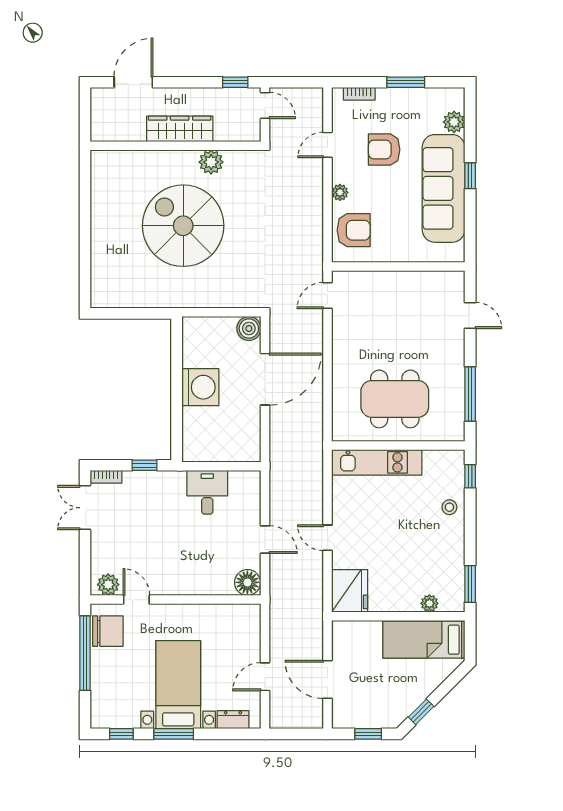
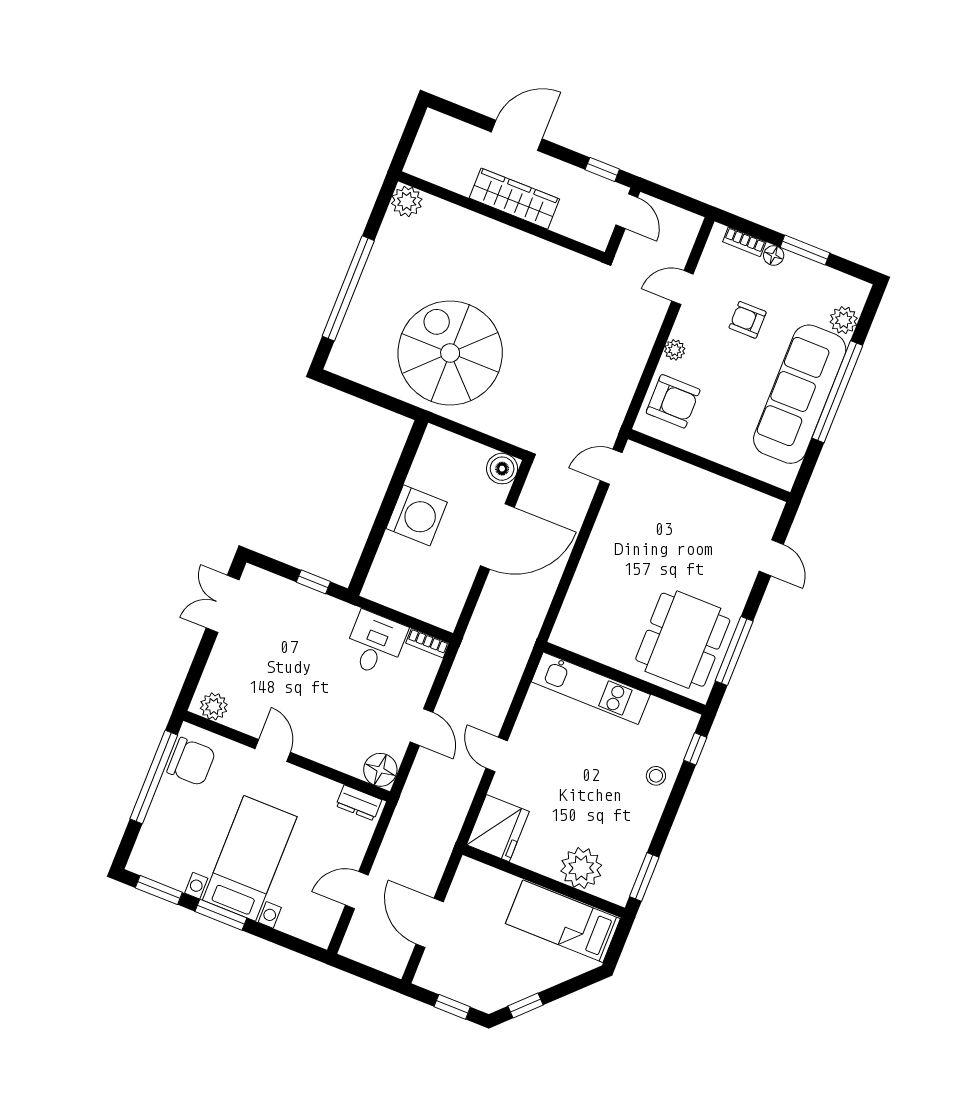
door: (133, 82) -> (517, 135), moved
floor lamp: (384, 95) -> (774, 255), added
armchair: (384, 150) -> (748, 320), width x0.72, depth x0.72
plant: (211, 162) -> (407, 201), moved
window: (470, 176) -> (837, 392), width x3.17
spiral stairs: (183, 226) -> (450, 353), moved
window: (85, 242) -> (348, 288), added
dining table: (395, 399) -> (683, 640), moved, turned 90
bookcase: (106, 477) -> (427, 643), moved
door: (136, 600) -> (273, 751), moved
plant: (429, 603) -> (581, 868), width x1.87, depth x1.87
dresser: (233, 720) -> (359, 803), moved, turned 180
window: (121, 734) -> (159, 890), width x1.50

